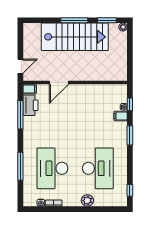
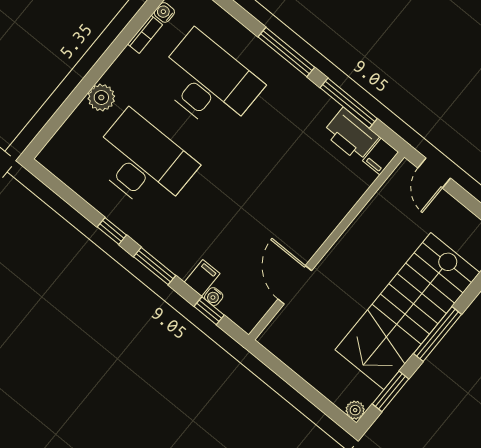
door: (59, 82) -> (295, 285), moved
window: (20, 166) -> (286, 52), moved
desk: (98, 168) -> (143, 162), turned 180
window: (130, 190) -> (112, 231), moved

